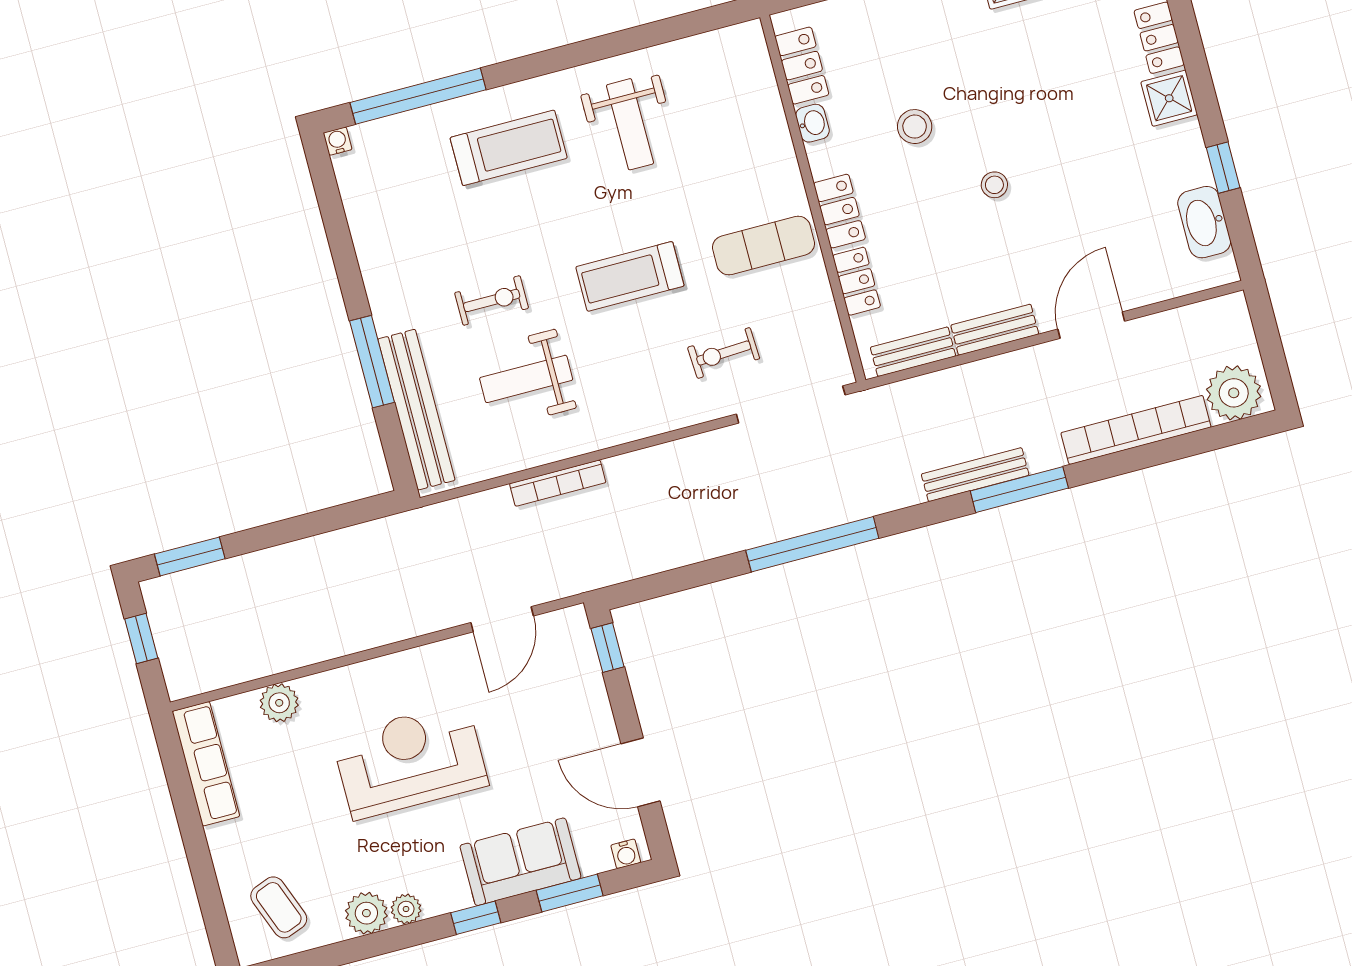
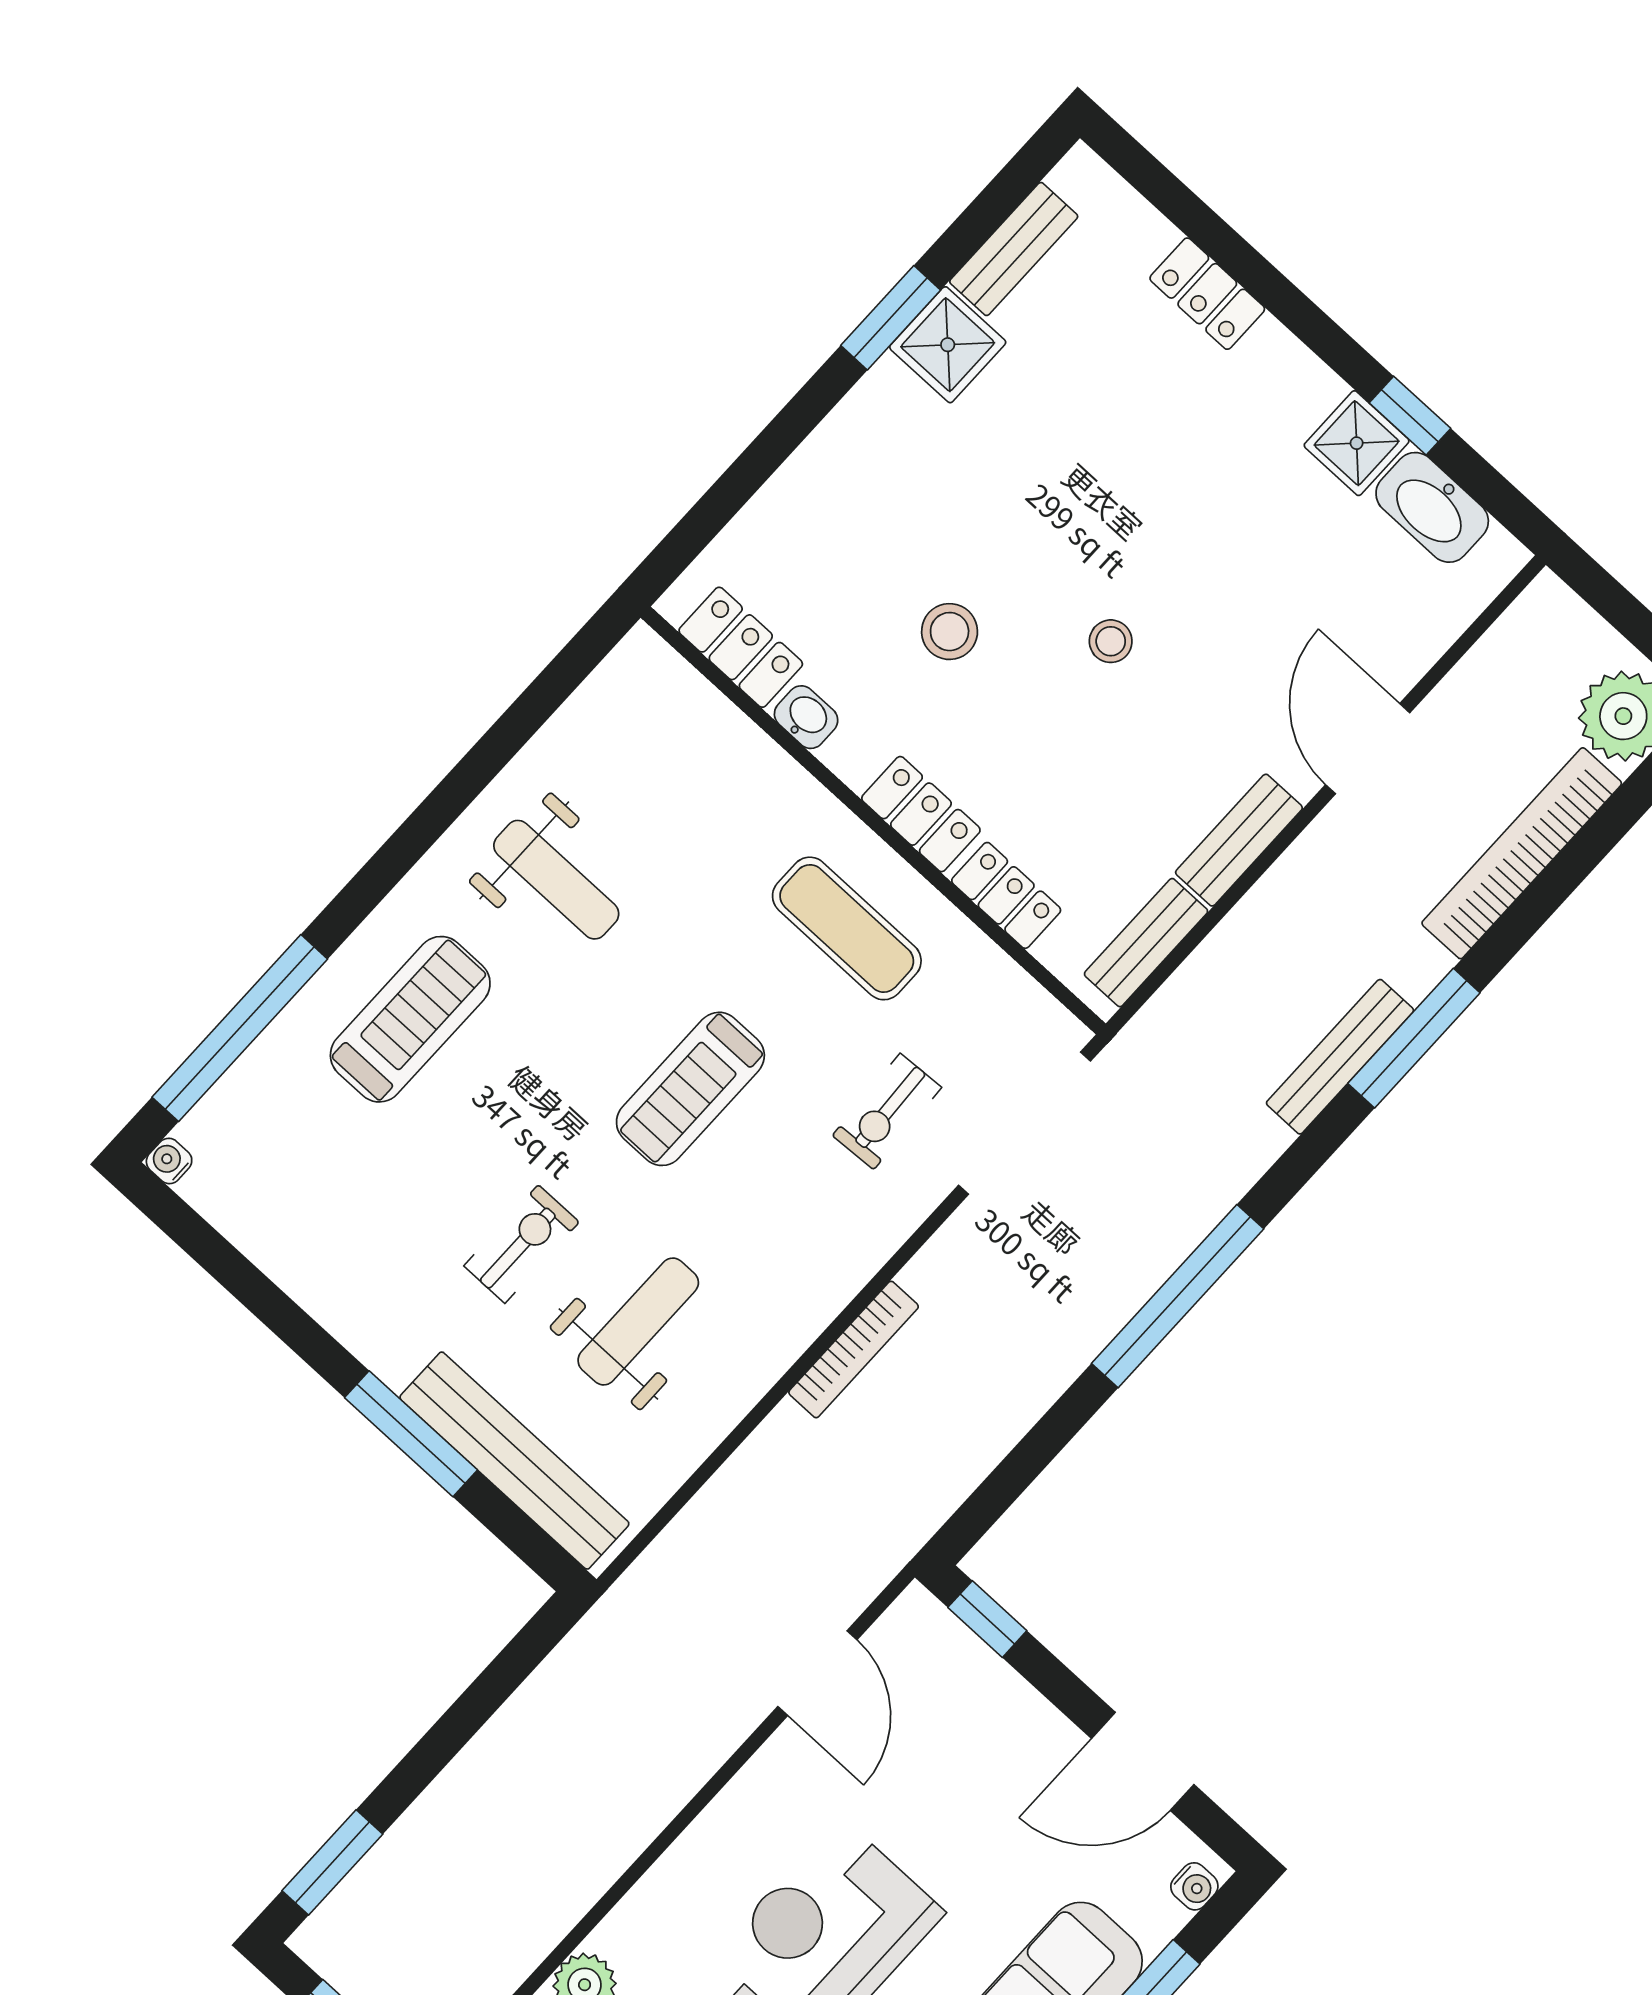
shower: (1169, 98) -> (1357, 443), moved
exercise mat: (764, 245) -> (847, 928), turned 90
weight bench: (526, 379) -> (638, 1321), turned 180
bookcase: (558, 483) -> (854, 1349), moved

